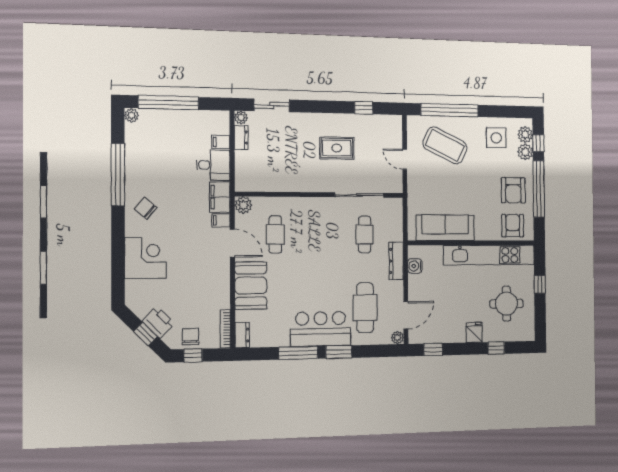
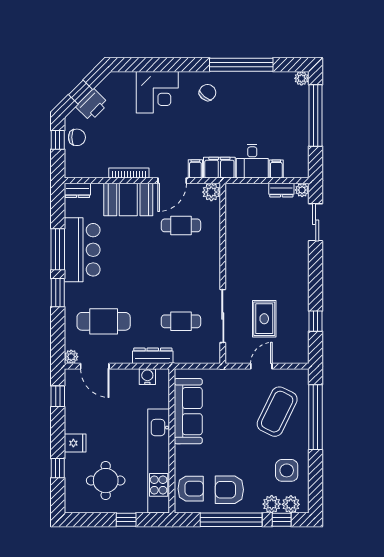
rug: (337, 148) -> (264, 319), moved
bookcase: (225, 329) -> (129, 173), moved
bar counter: (321, 329) -> (82, 250), moved

